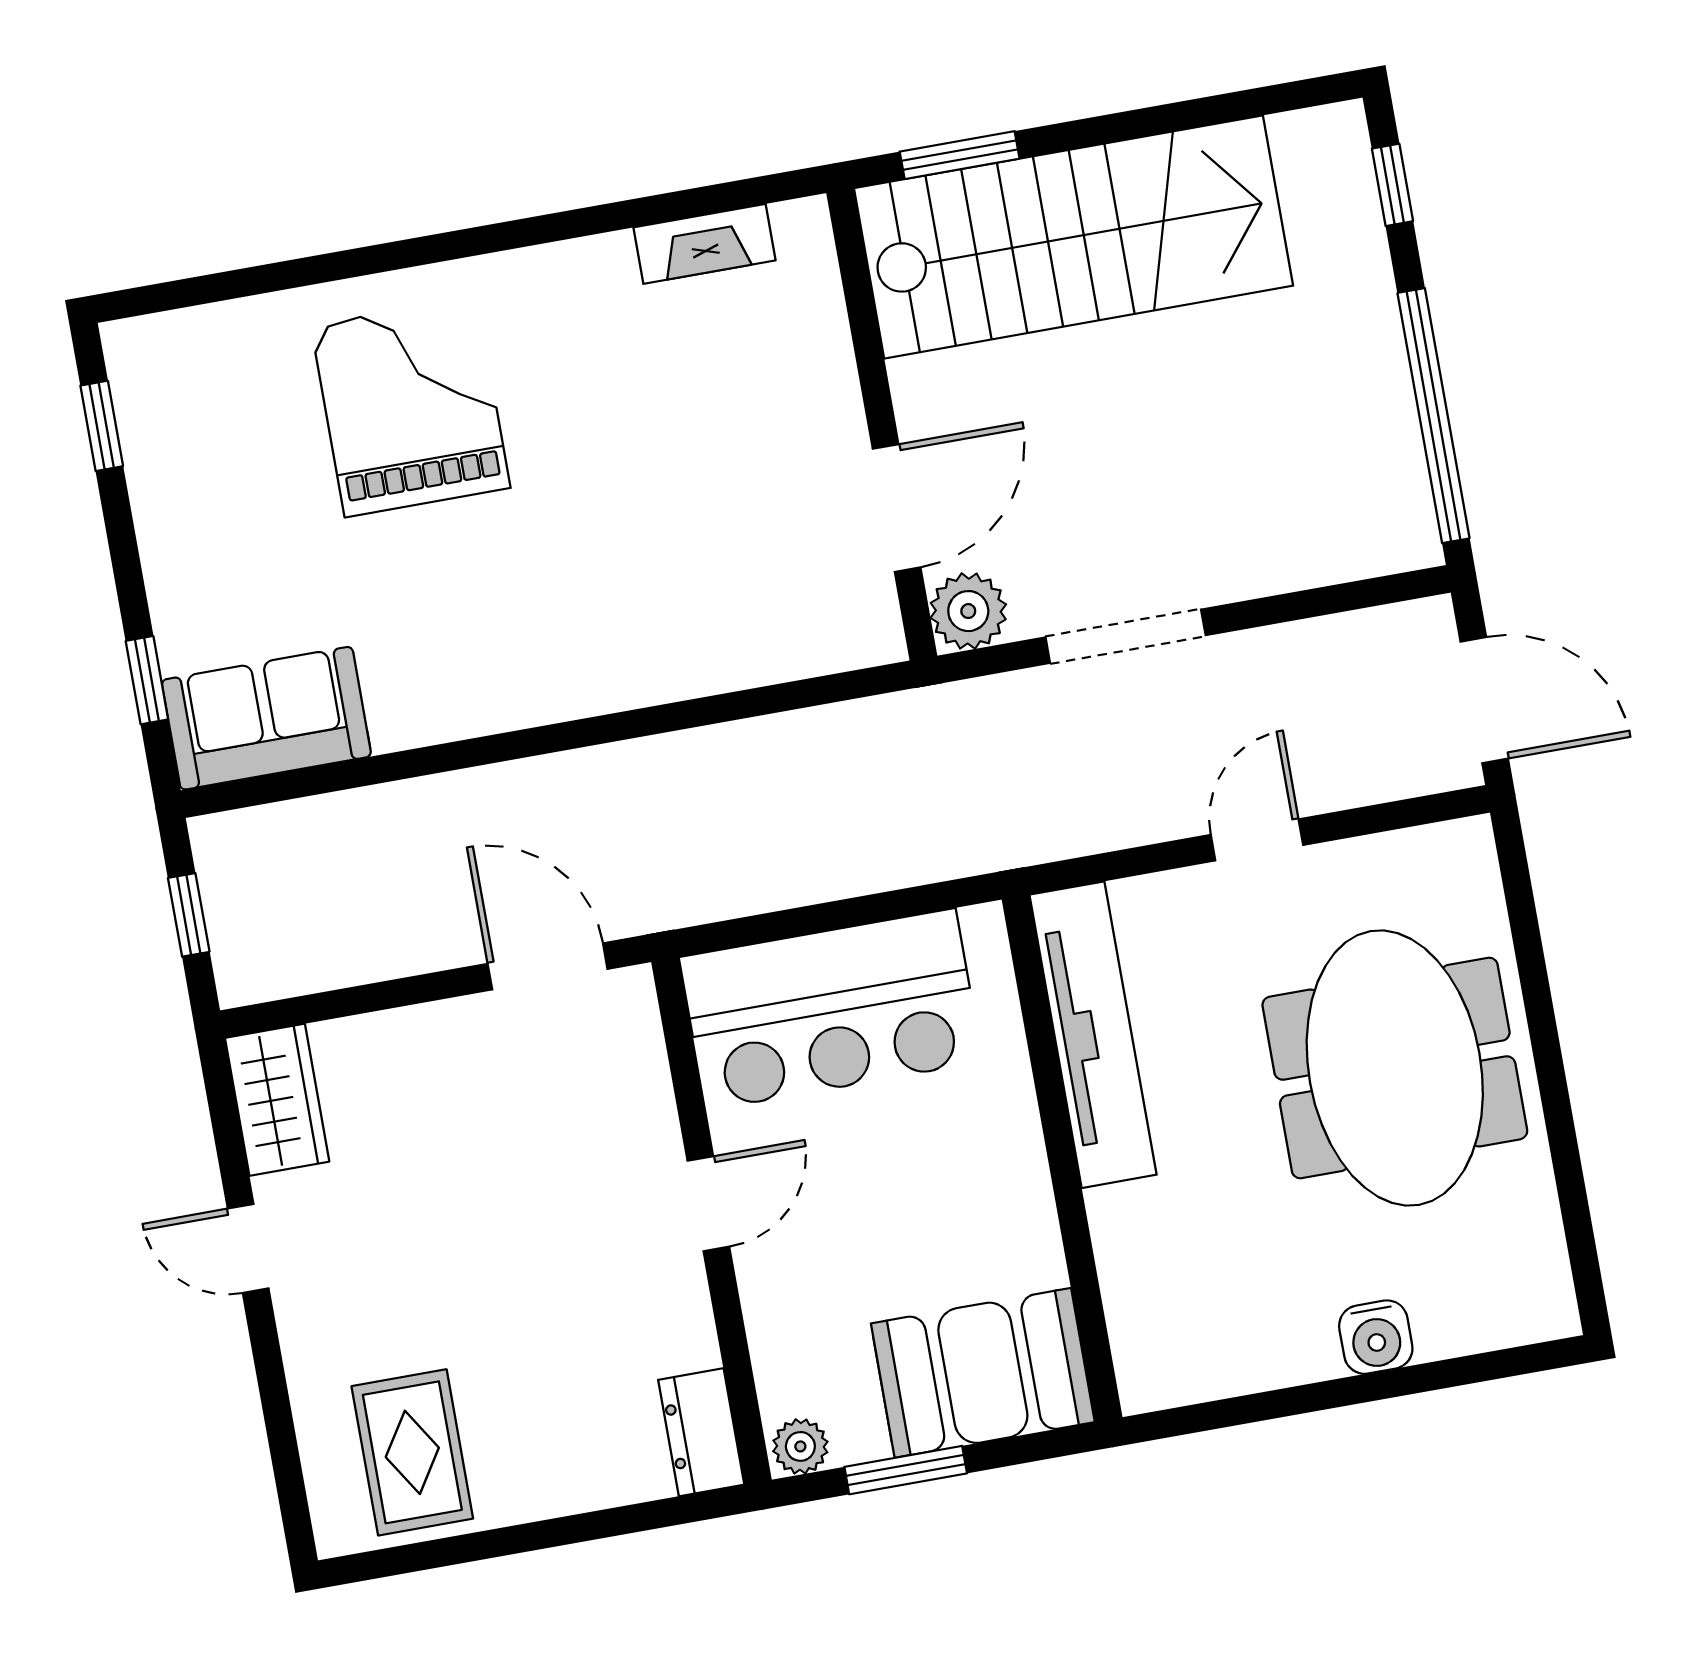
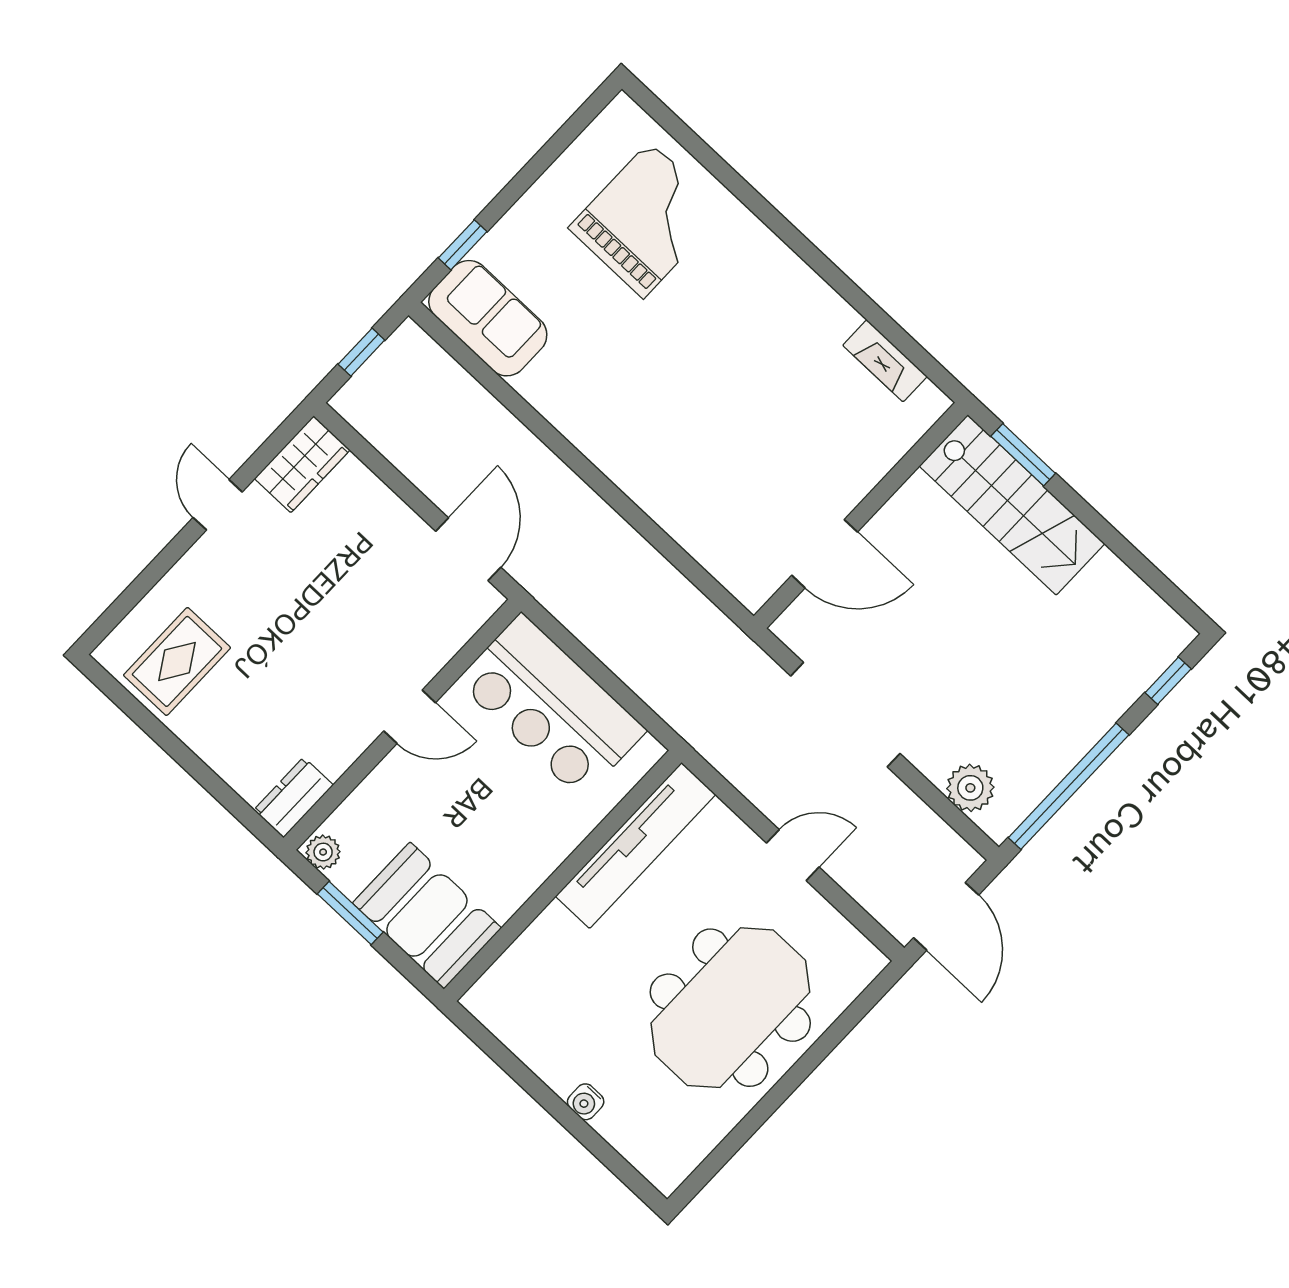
stairs: (1073, 237) -> (1012, 505), width x0.73, depth x0.66
grand piano: (411, 407) -> (647, 220), moved
window: (102, 426) -> (572, 129), removed
plant: (968, 611) -> (970, 788), moved
doorway: (1126, 636) -> (845, 715), width x1.36
water cooler: (1376, 1337) -> (586, 1102), width x0.72, depth x0.72

